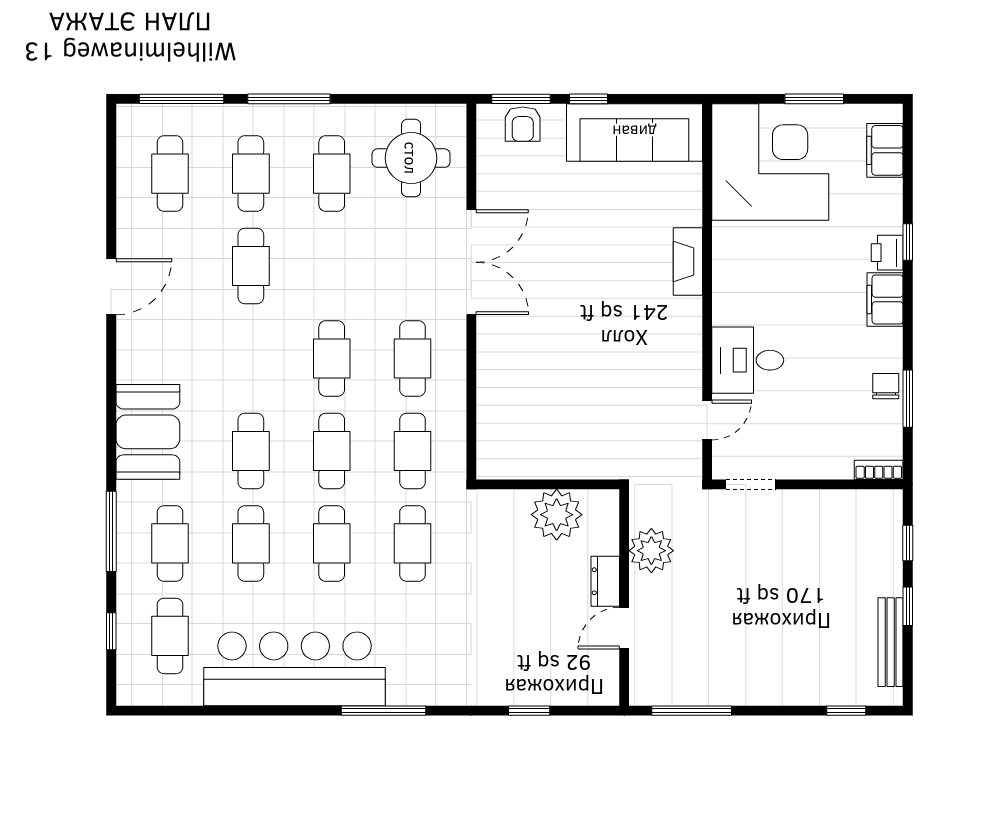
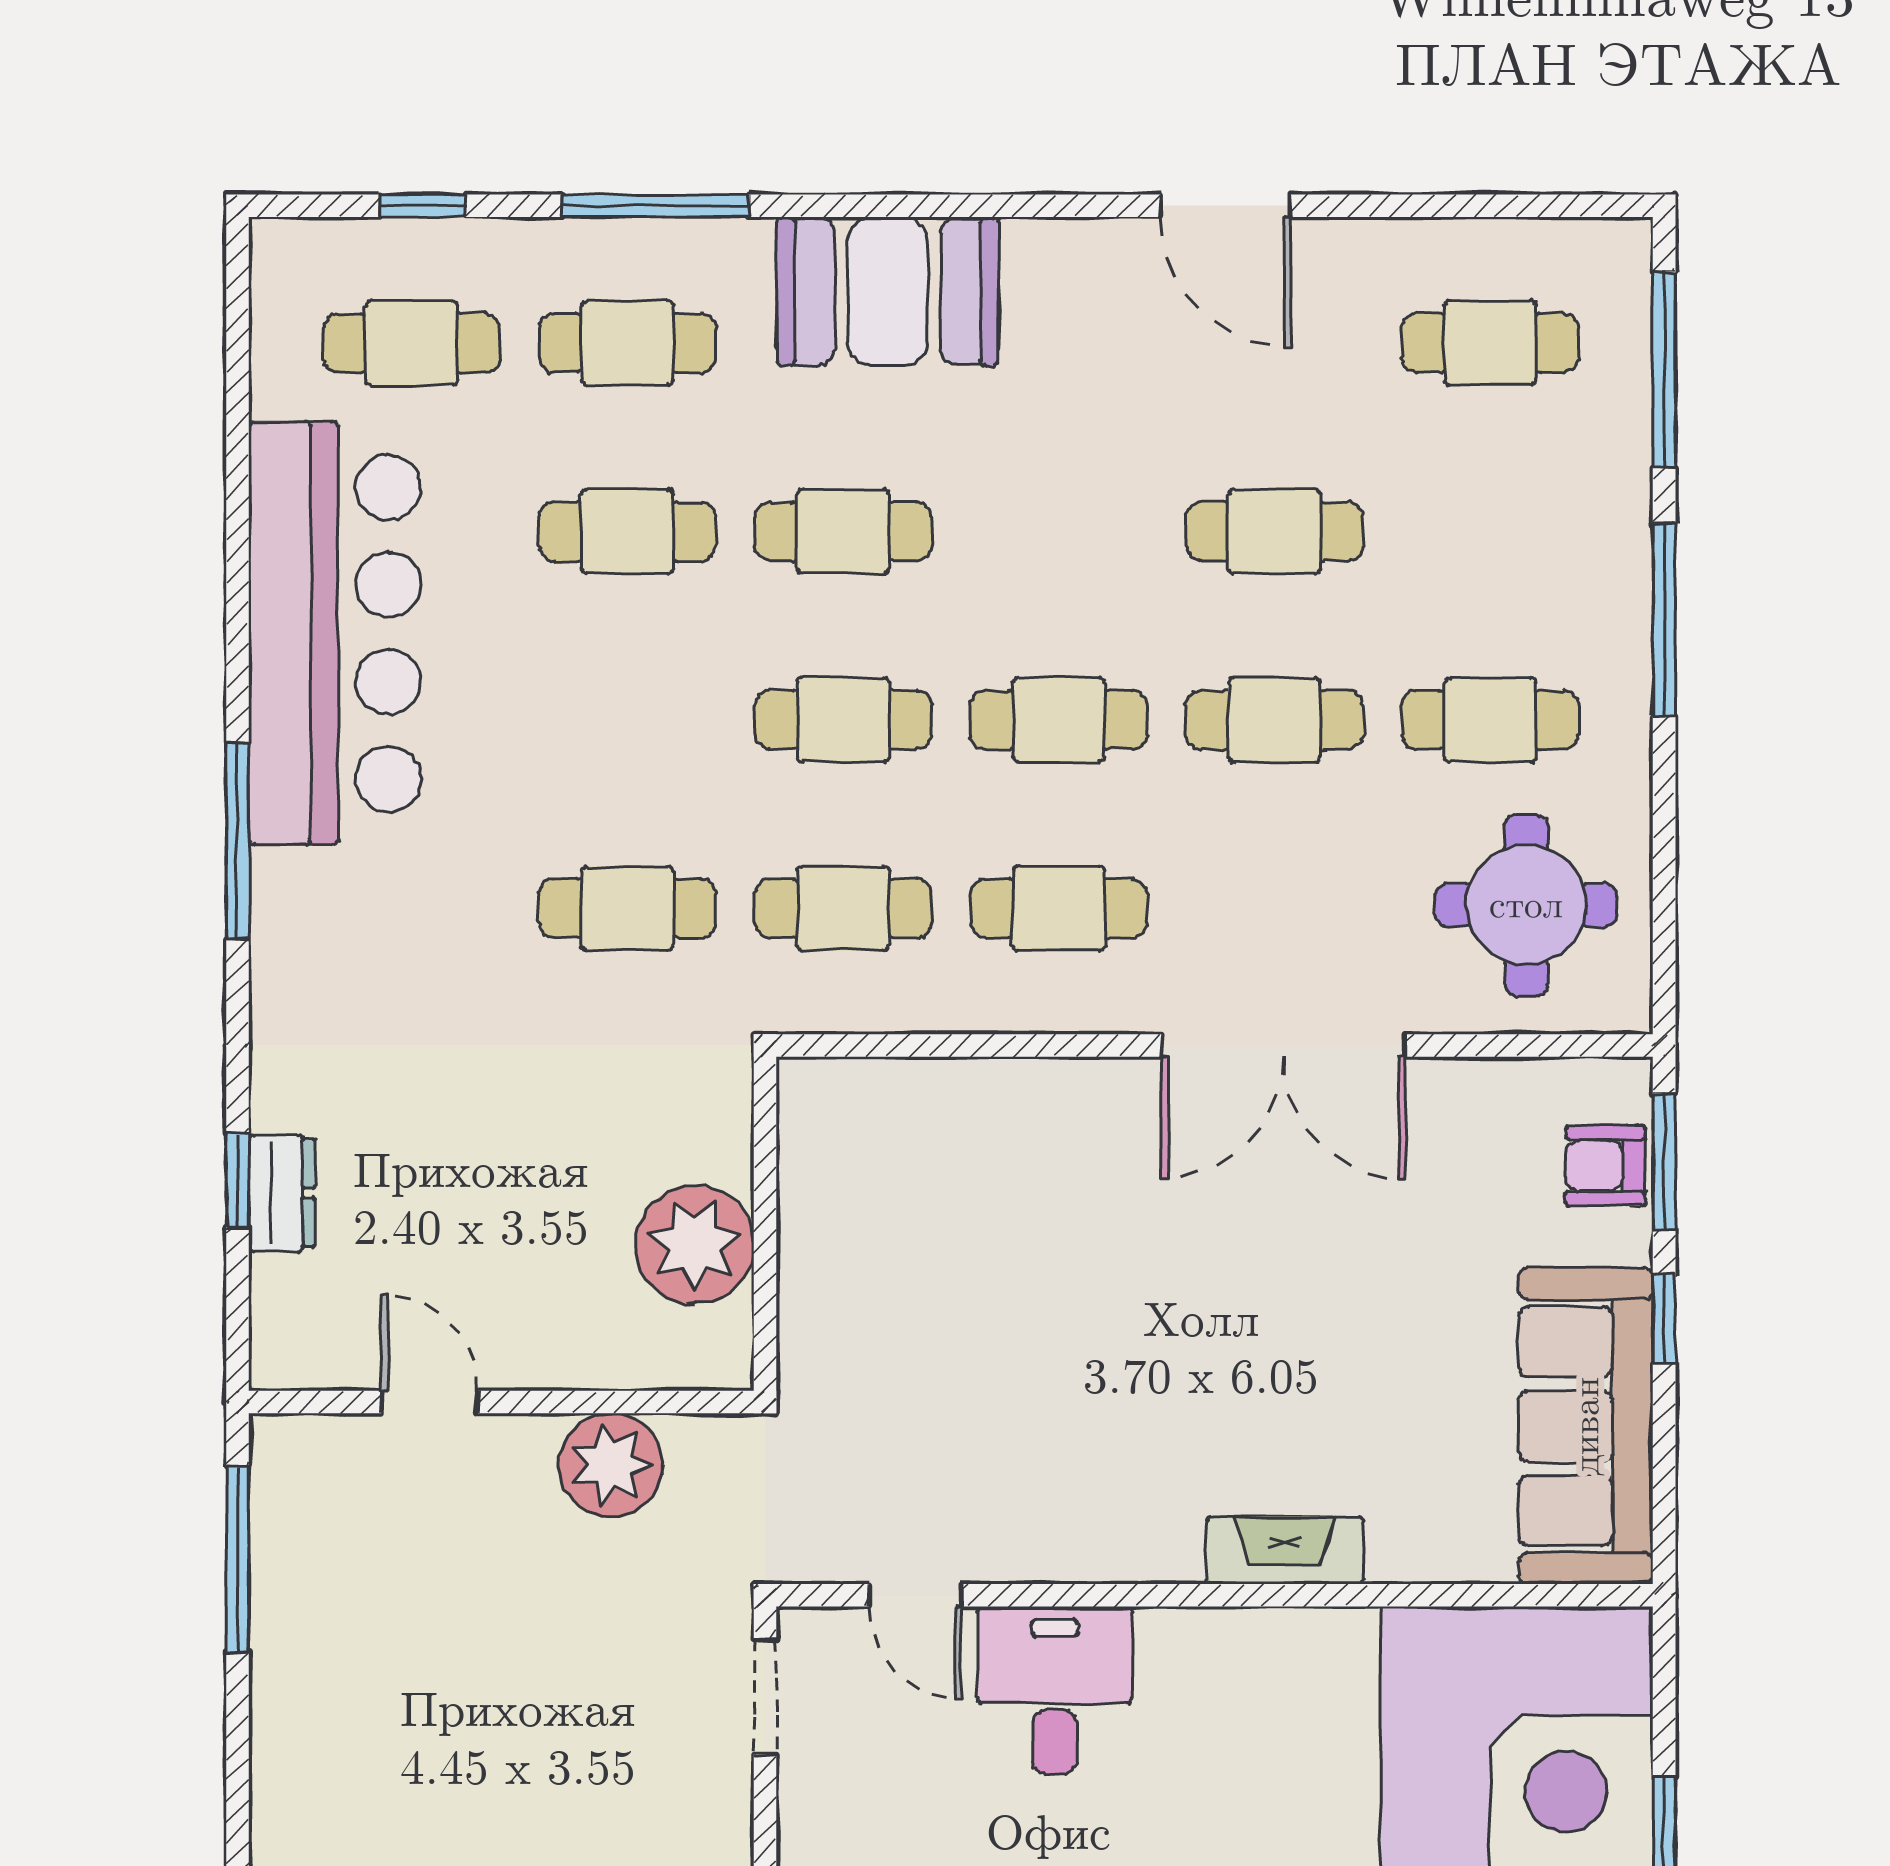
cafe table: (251, 174) -> (1274, 720), moved
cafe table: (332, 543) -> (627, 720), removed
dresser: (605, 581) -> (282, 1193), moved, turned 90

